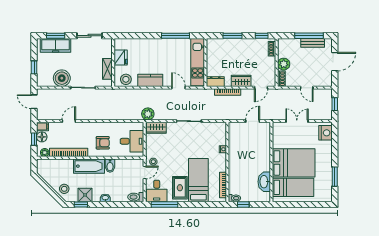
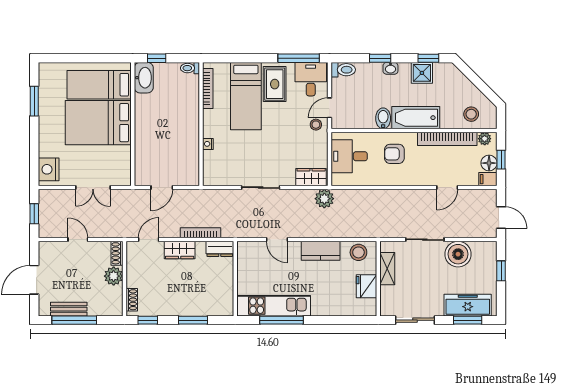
kitchen unit: (198, 62) -> (274, 306), moved, turned -90
washbasin: (264, 182) -> (144, 78), moved
stool: (64, 189) -> (471, 114), moved
window: (112, 204) -> (380, 58), added
window: (243, 204) -> (157, 58), moved

